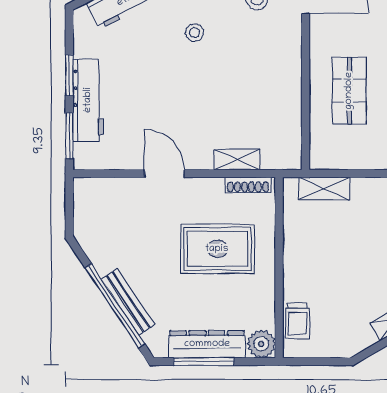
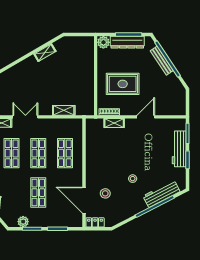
door: (164, 173) -> (146, 117), swing flipped
shelving: (324, 189) -> (64, 110), moved
trolley: (298, 321) -> (88, 52), removed

